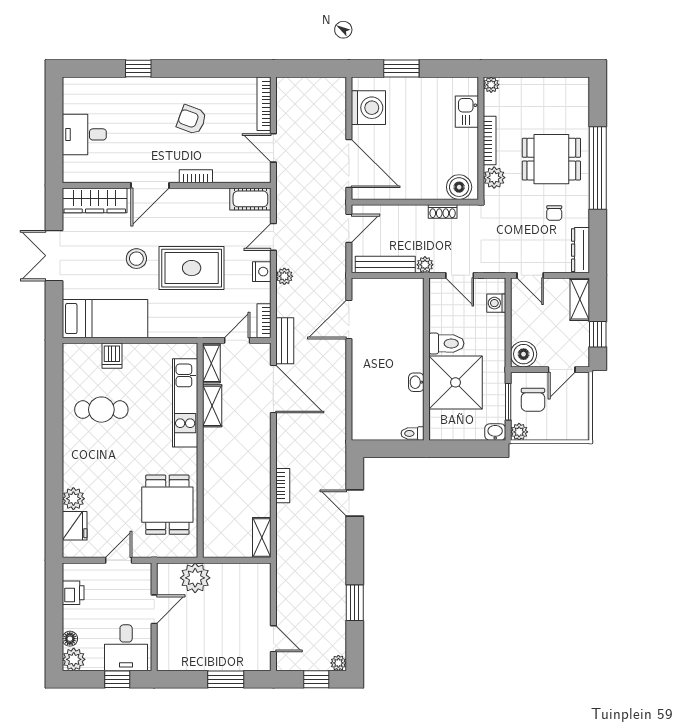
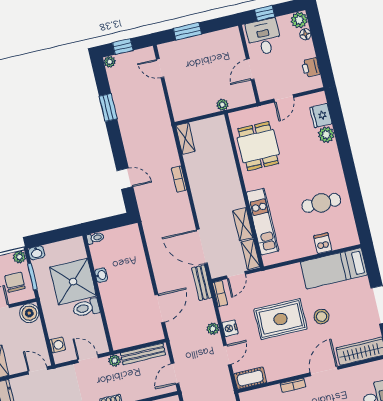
plant: (195, 578) -> (222, 105), width x0.53, depth x0.53

